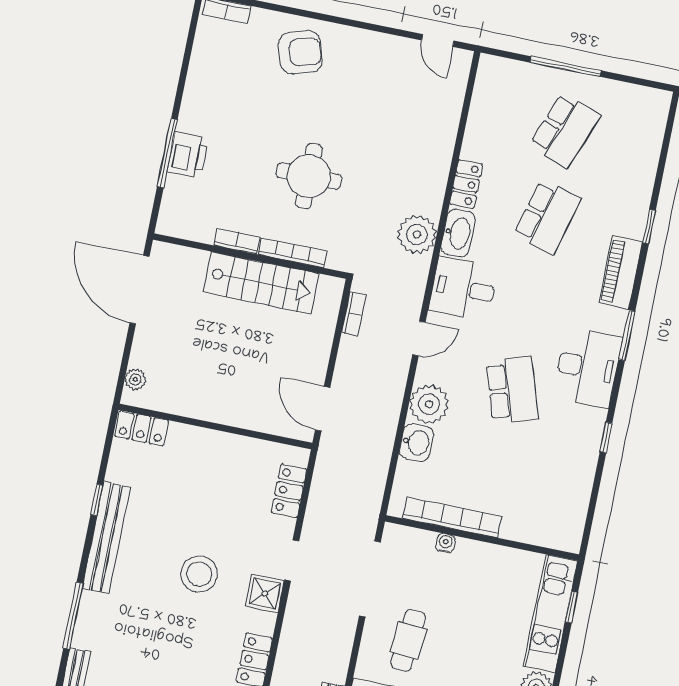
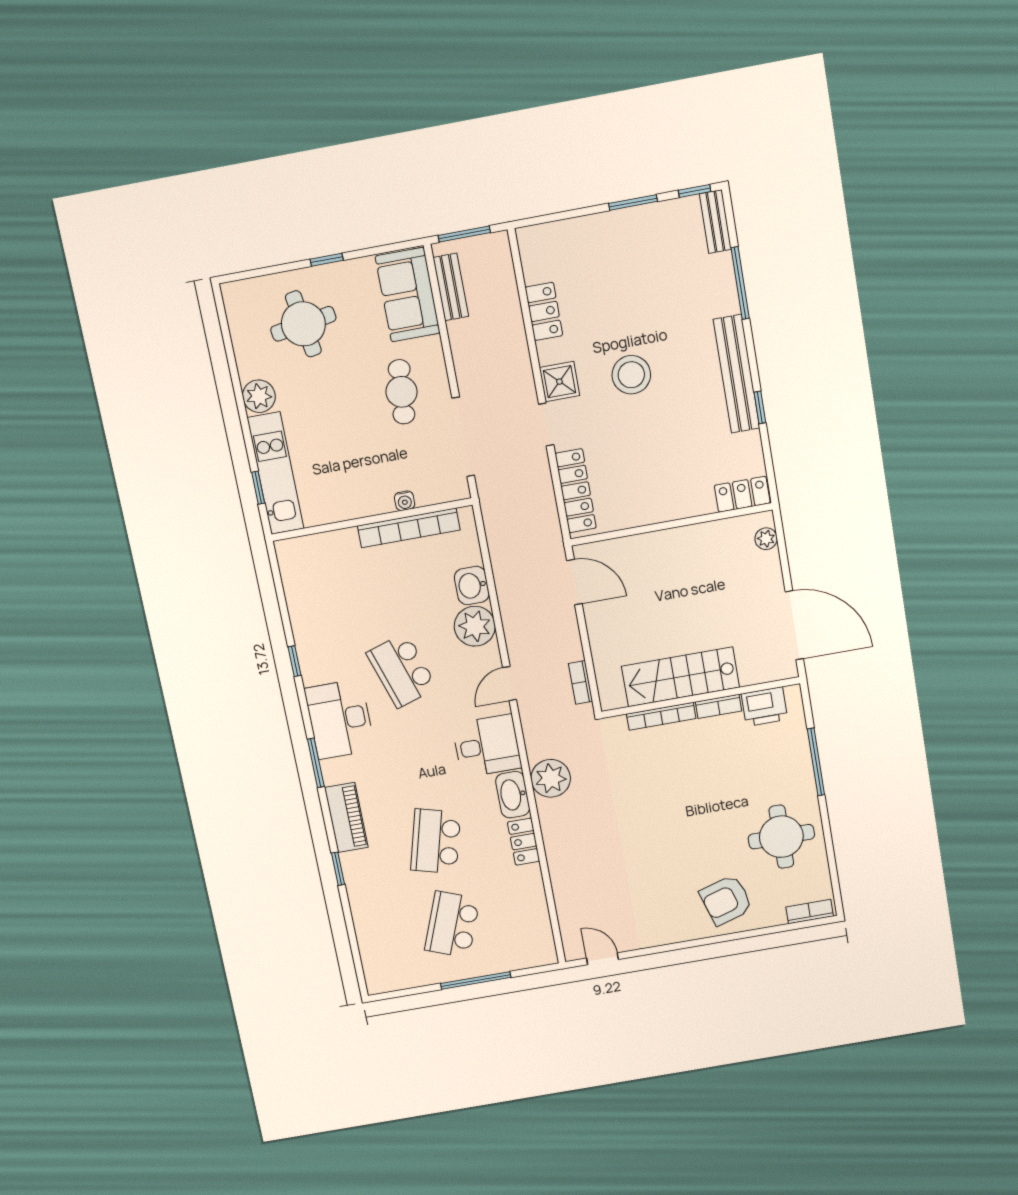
printer: (187, 155) -> (764, 707), moved, turned -90
round table: (309, 176) -> (781, 837), moved
locker: (289, 491) -> (576, 491), width x1.53

